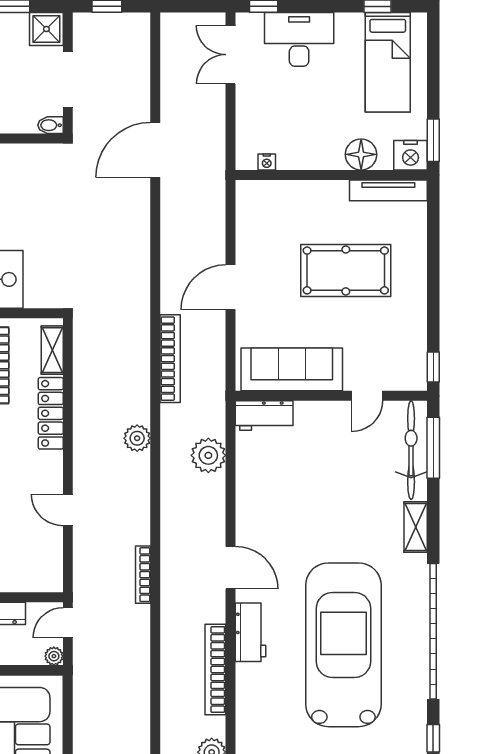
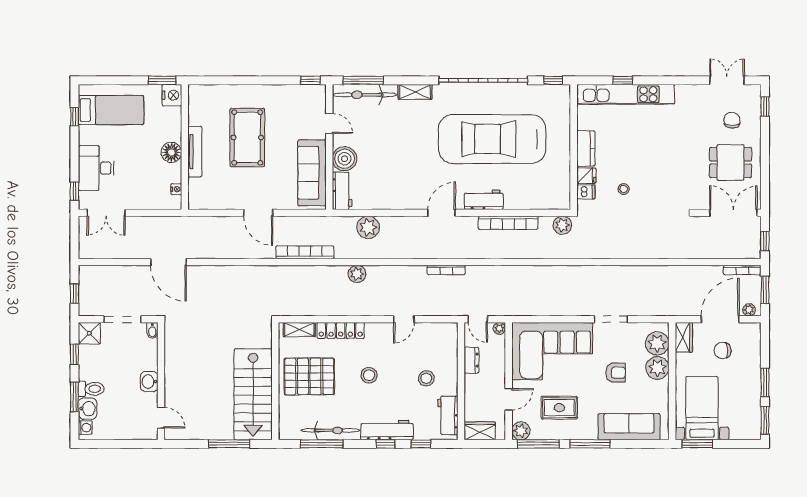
floor lamp: (361, 154) -> (171, 152), moved
tv unit: (388, 190) -> (195, 152), moved
boiler: (313, 419) -> (345, 159), added

